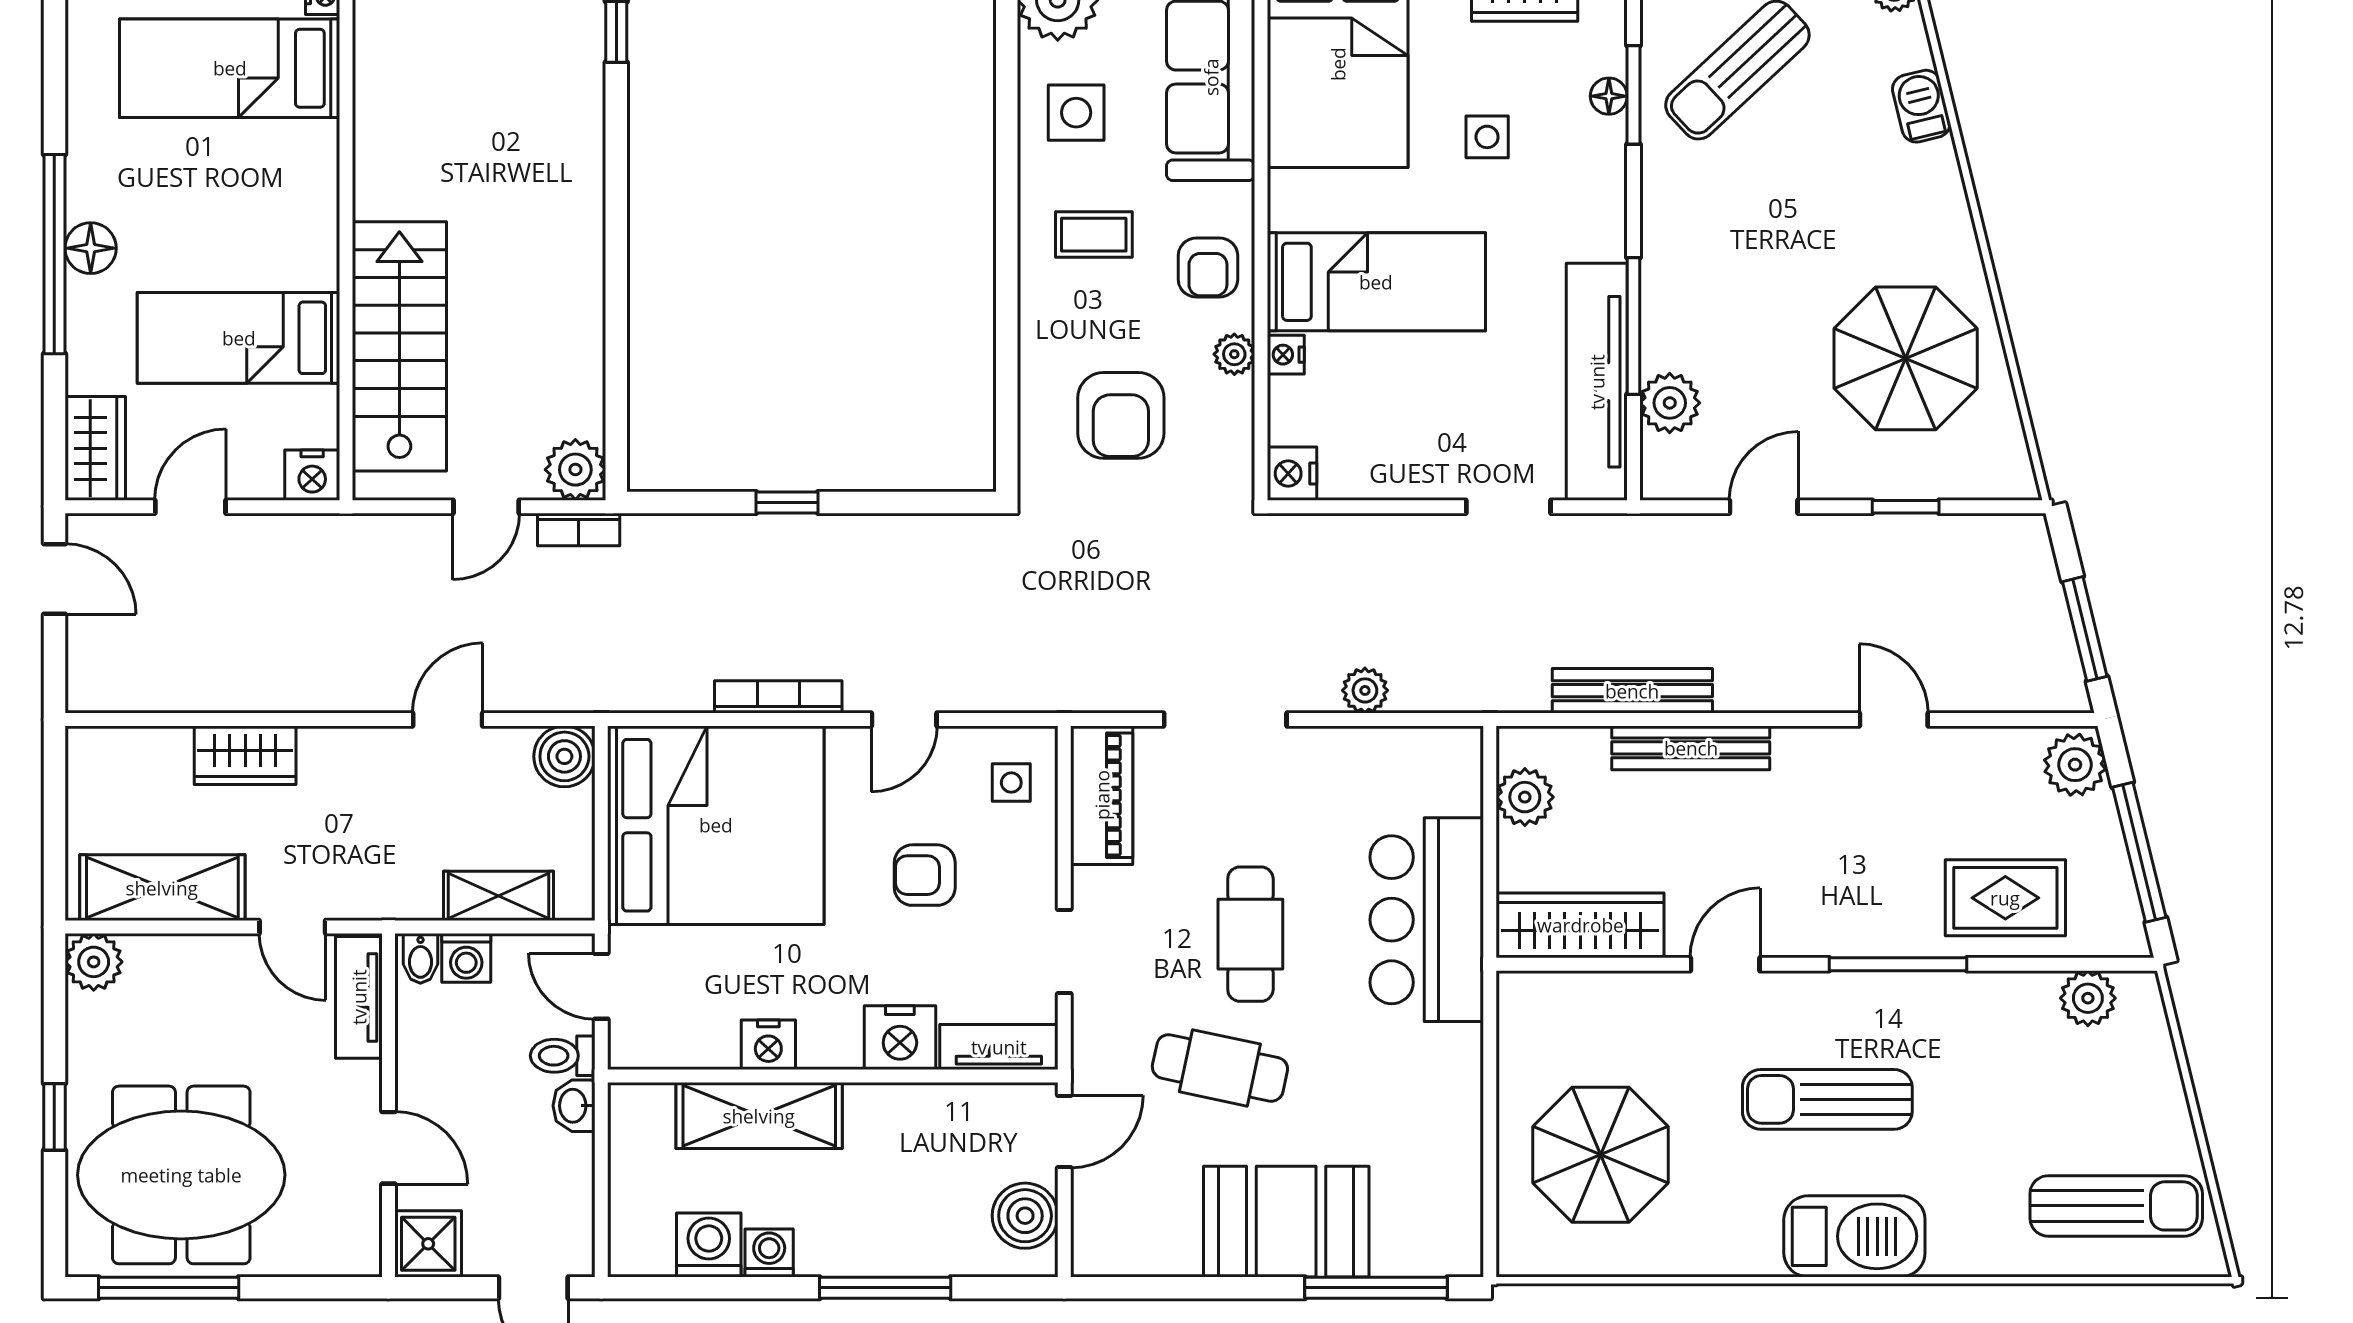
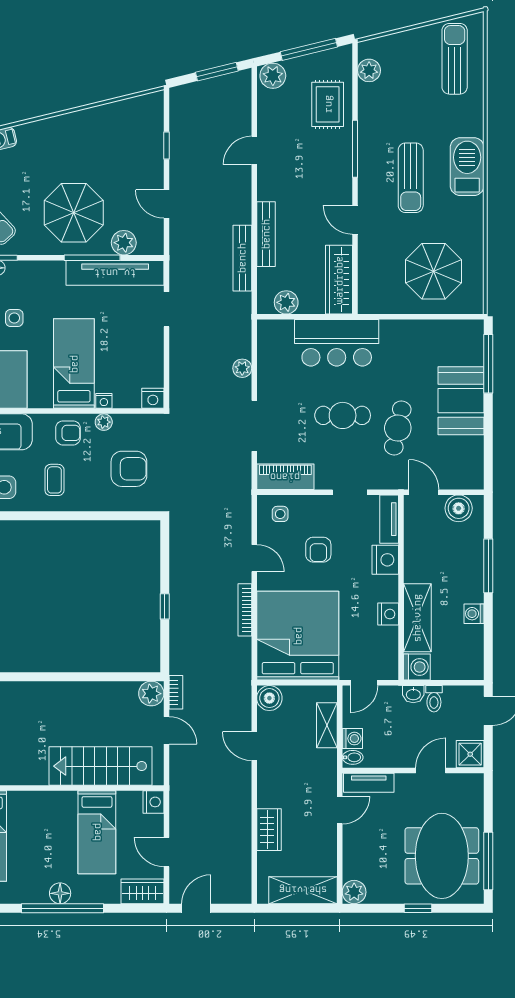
parasol: (1906, 358) -> (74, 213), moved
shelving: (162, 888) -> (303, 890), moved, turned 90
toilet: (563, 1056) -> (434, 699), moved
washing machine: (709, 1245) -> (417, 667), moved, turned 180

